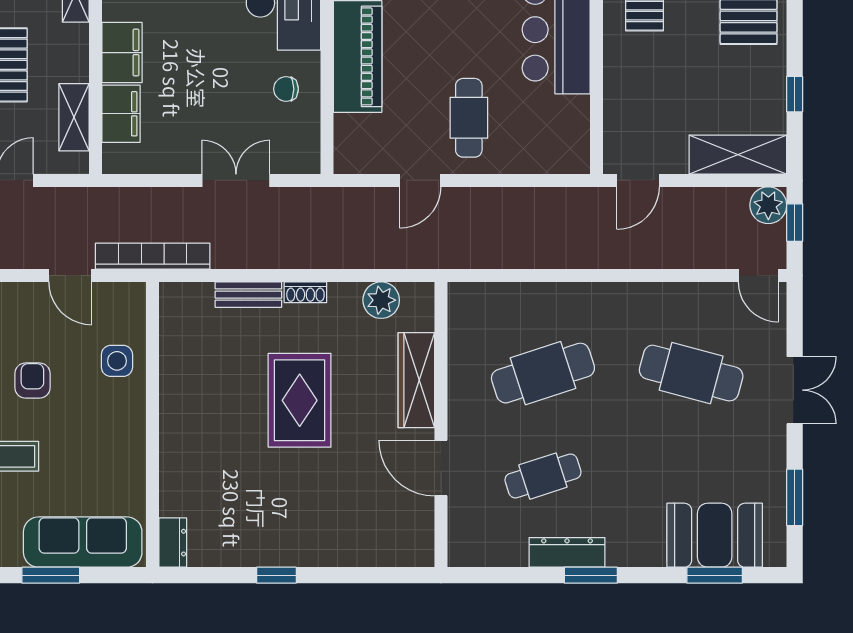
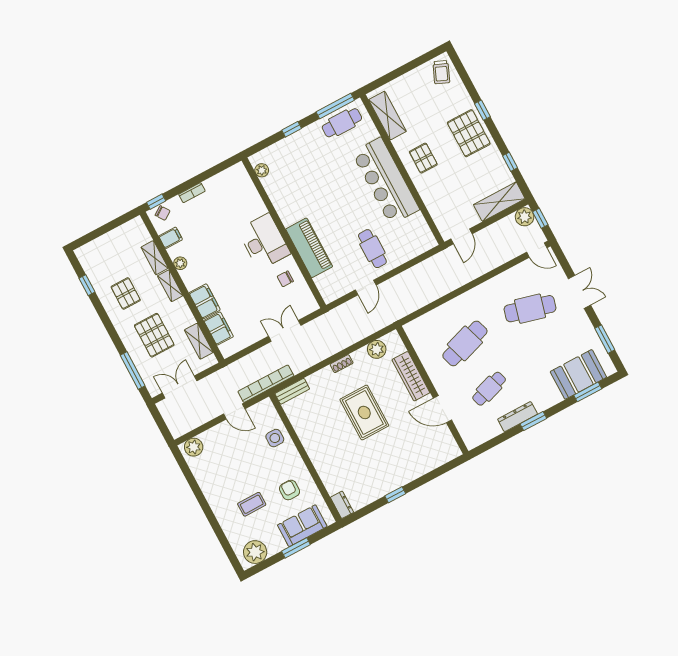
bench: (248, 295) -> (292, 391), moved
armchair: (32, 381) -> (290, 490), moved
sofa: (83, 542) -> (302, 526), width x0.73

